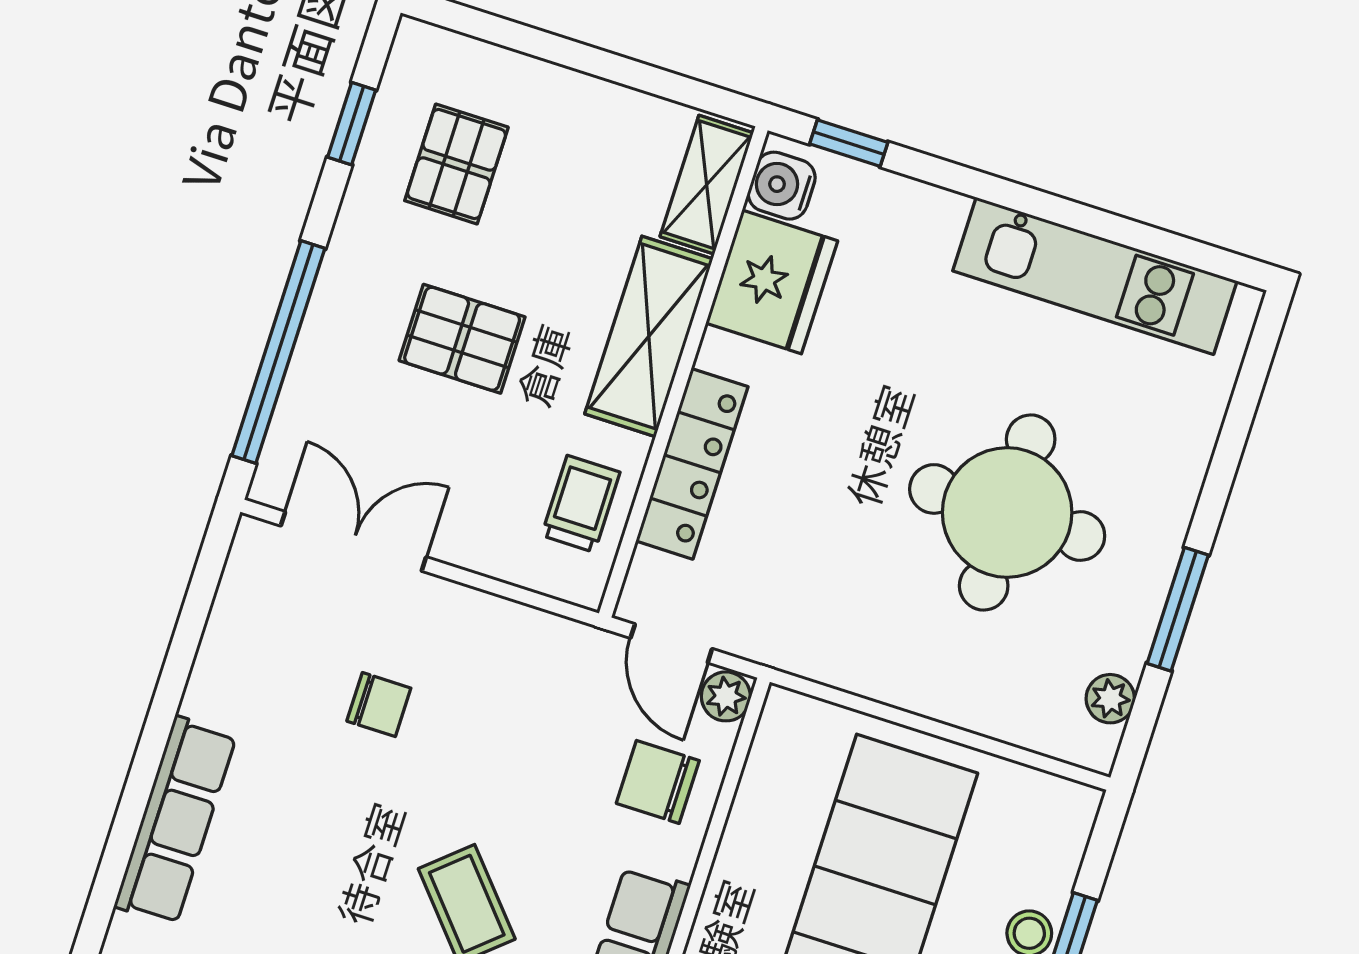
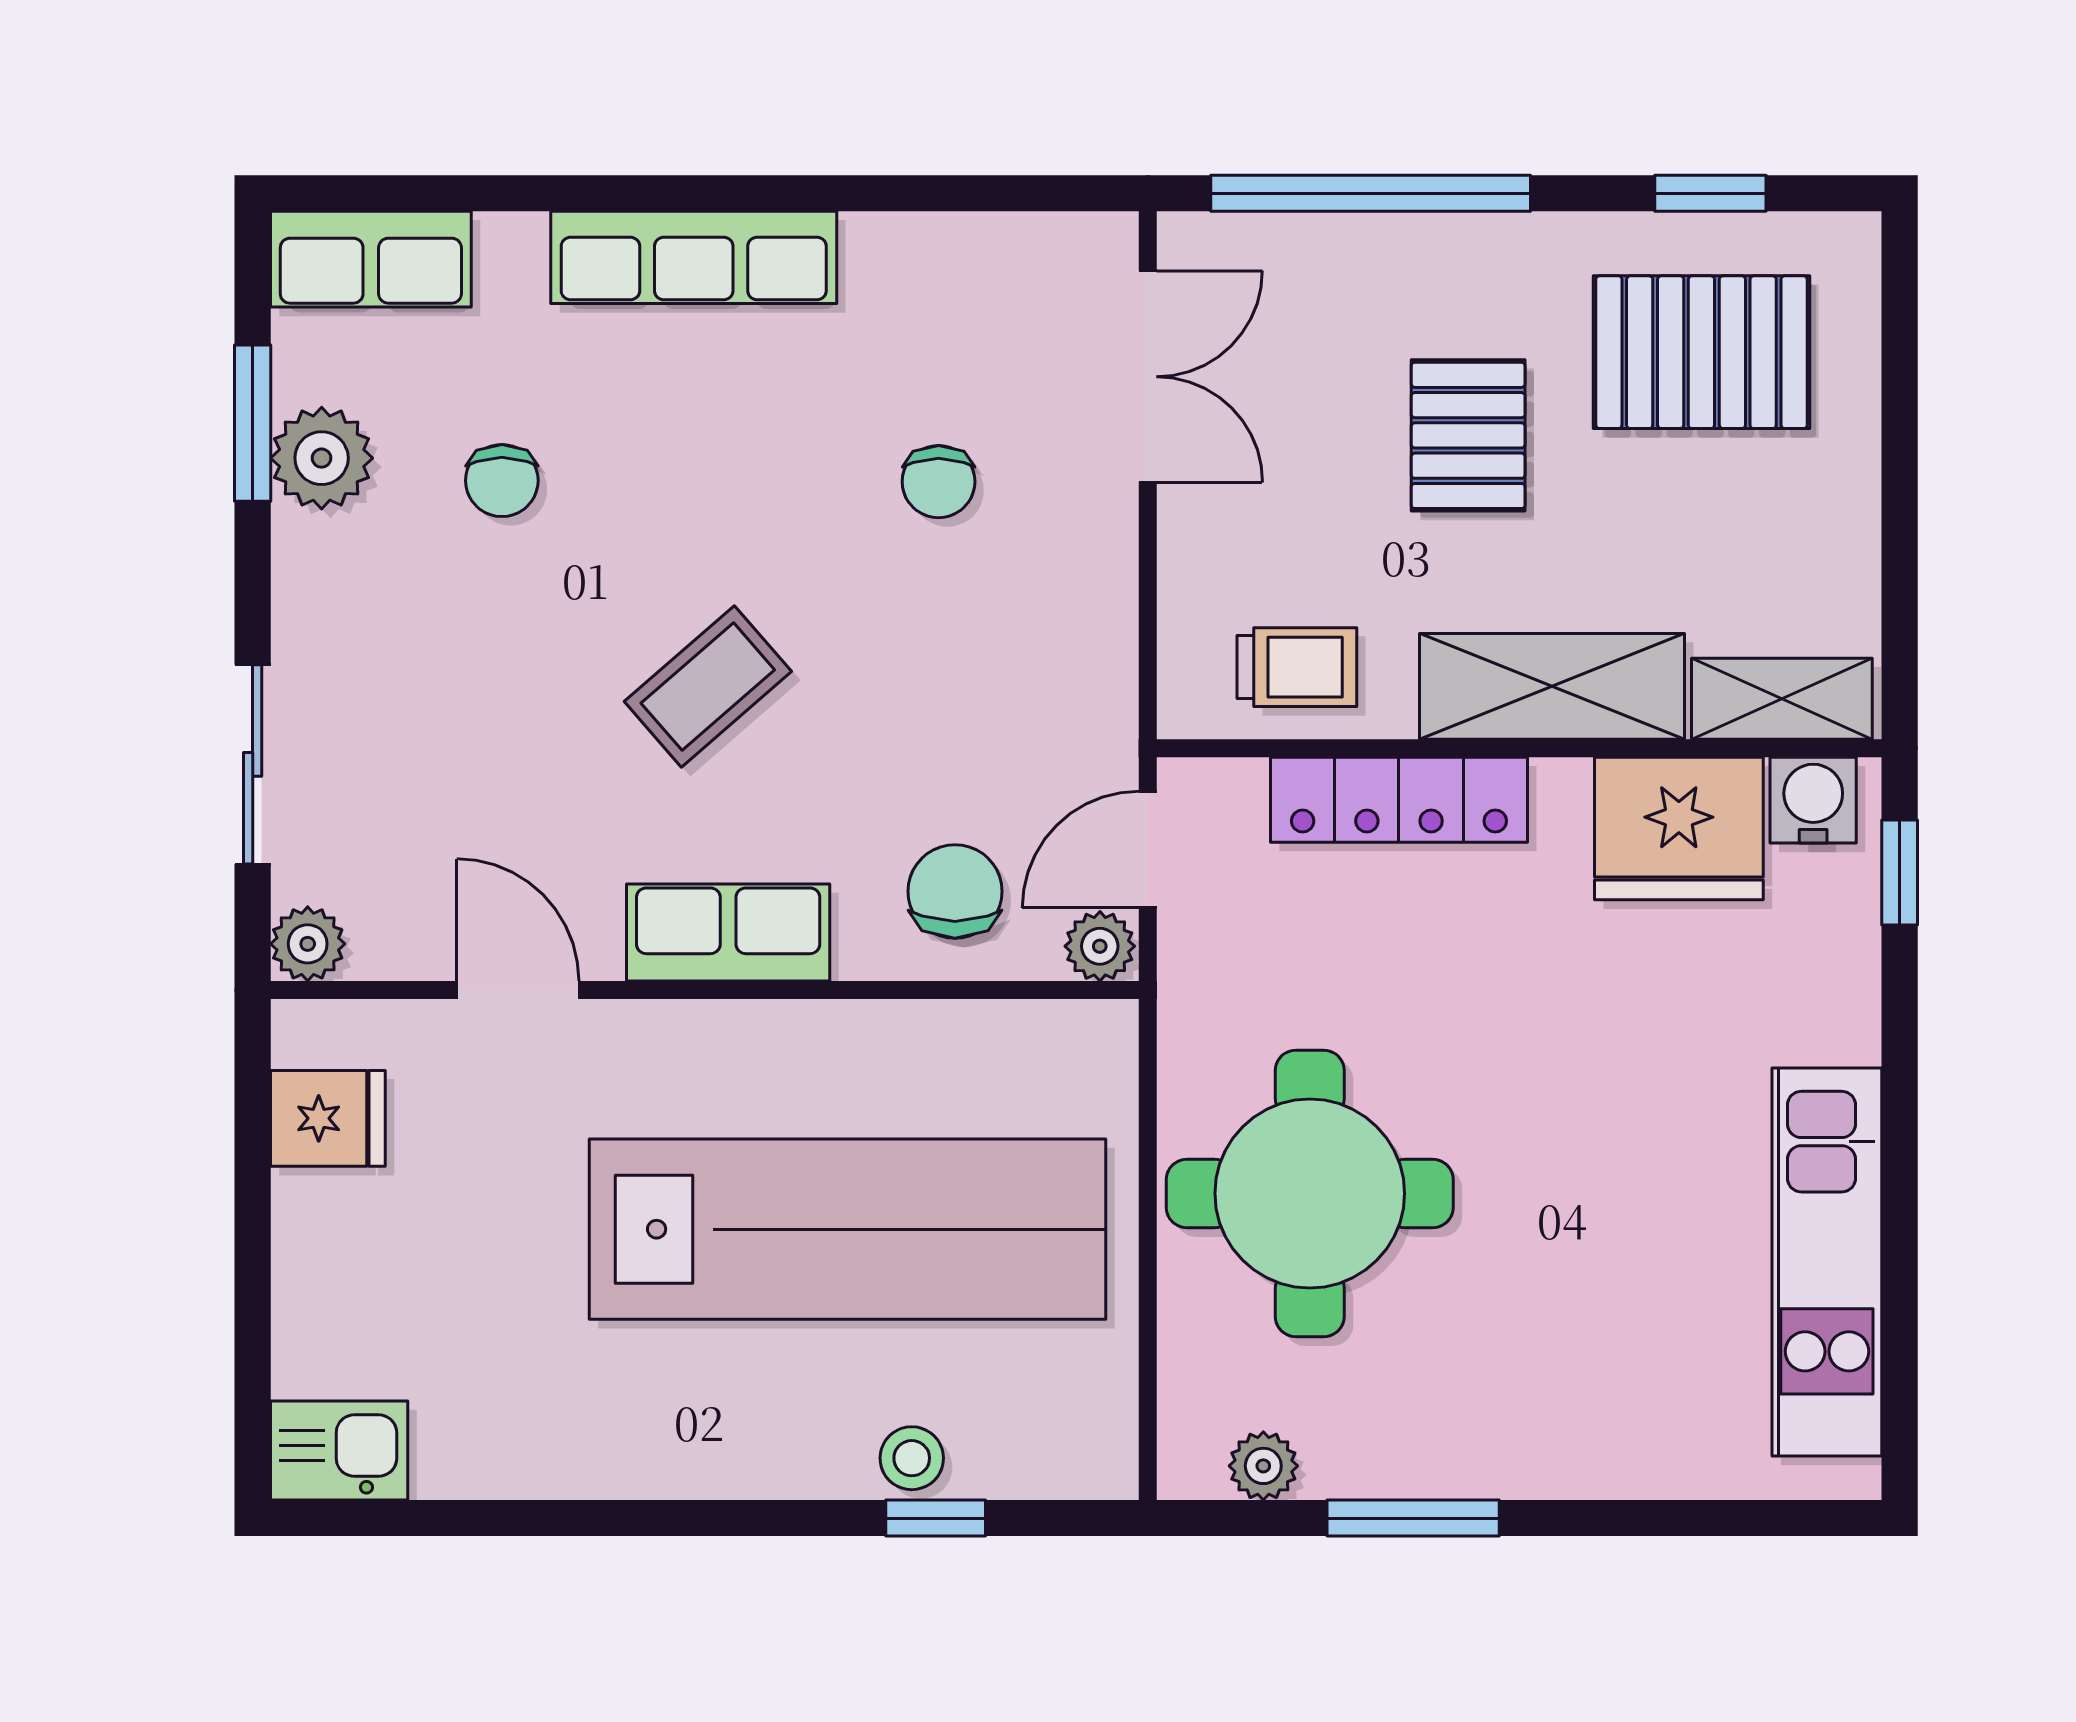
pallet: (456, 164) -> (1701, 352), width x1.50, depth x1.42
round table: (1007, 512) -> (1310, 1193), moved

